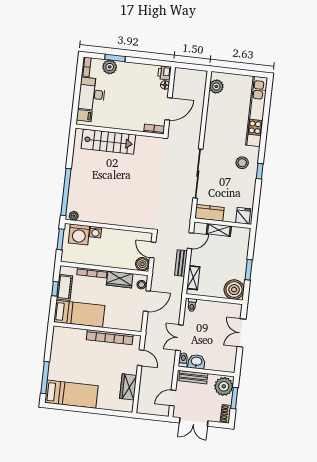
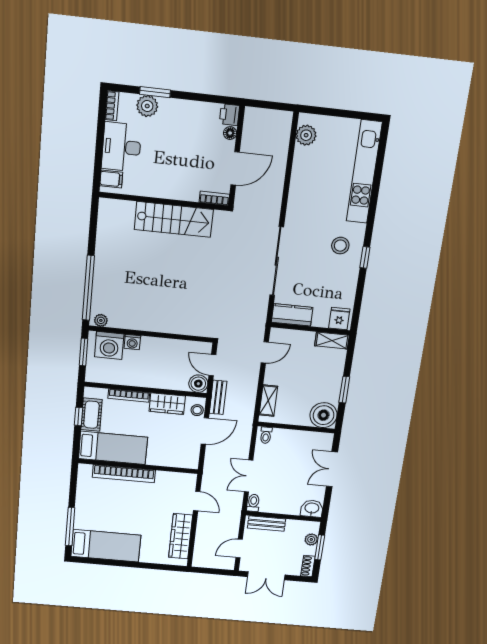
stairs: (108, 142) -> (174, 219), moved
shelving: (219, 230) -> (332, 341), moved
bench: (181, 263) -> (218, 397), moved
bookcase: (110, 337) -> (124, 474), moved
washbasin: (196, 362) -> (312, 508), moved
plant: (224, 386) -> (311, 539), width x0.53, depth x0.53
wardrobe: (128, 387) -> (181, 536), width x1.50

